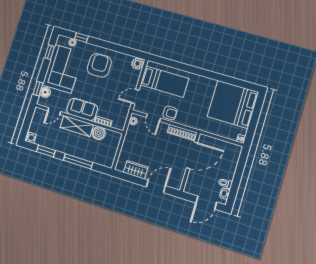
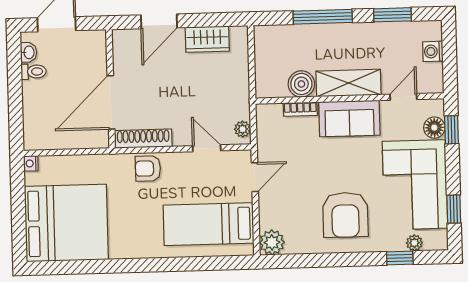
armchair: (170, 113) -> (148, 168), moved
washing machine: (30, 138) -> (433, 51), moved

